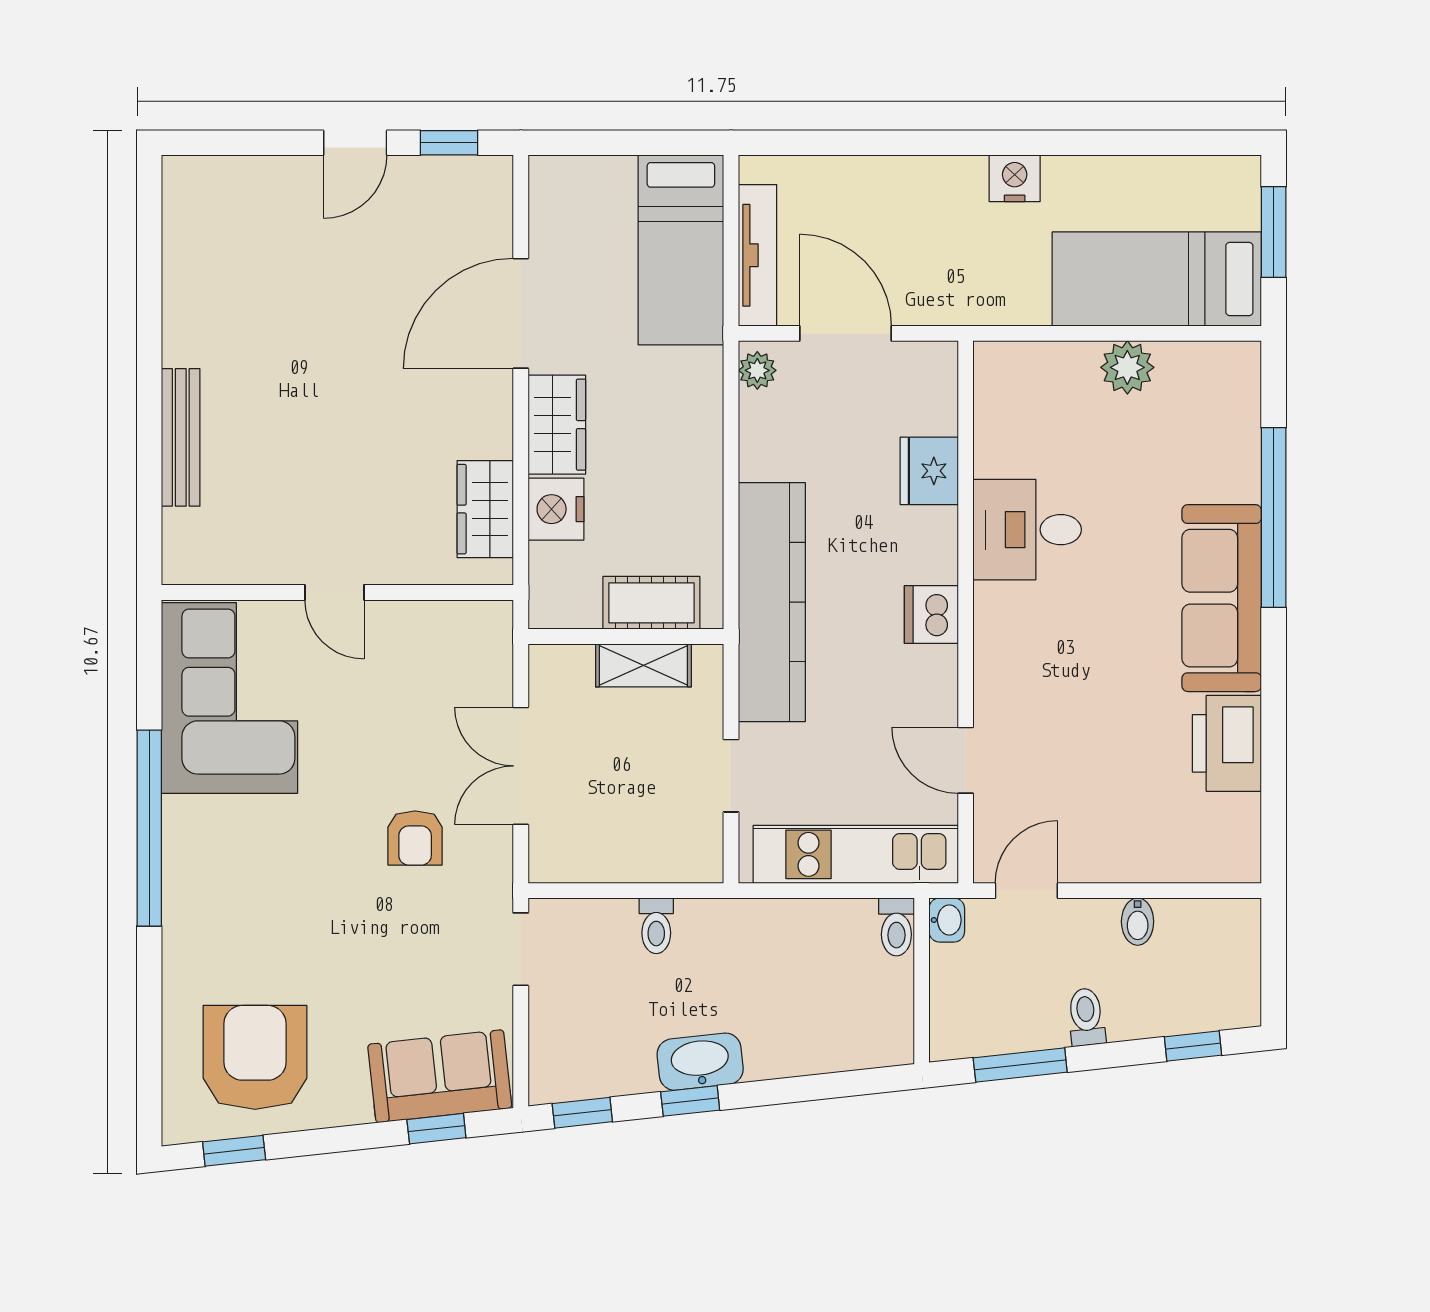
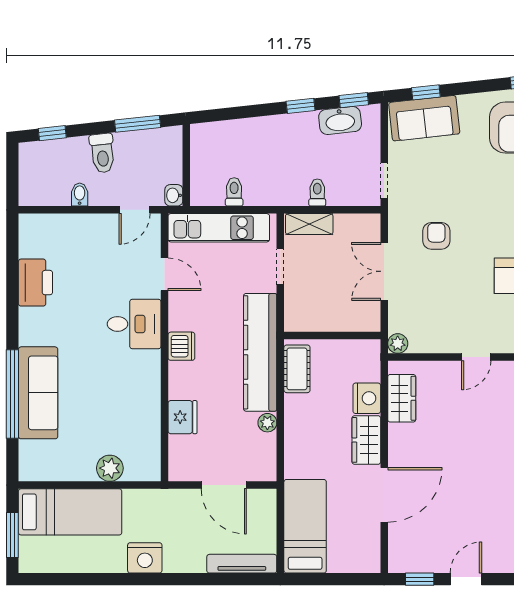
nightstand: (1015, 178) -> (145, 558), width x1.36, depth x1.33
tv unit: (757, 255) -> (242, 564), moved, turned 90
plant: (1127, 367) -> (110, 468), moved
plant: (757, 370) -> (267, 423), moved
desk: (1027, 530) -> (134, 324), moved
door: (334, 592) -> (476, 357), swing flipped
sofa: (1222, 598) -> (38, 393), moved
cot: (651, 603) -> (297, 369), moved, turned 90
plant: (493, 620) -> (398, 344), added
shelving: (643, 665) -> (309, 224), moved
double door: (521, 766) -> (384, 271), swing flipped
toilet: (896, 927) -> (234, 192), moved
toilet: (1086, 1017) -> (102, 153), width x1.37, depth x1.39
washbasin: (700, 1062) -> (340, 121), moved

